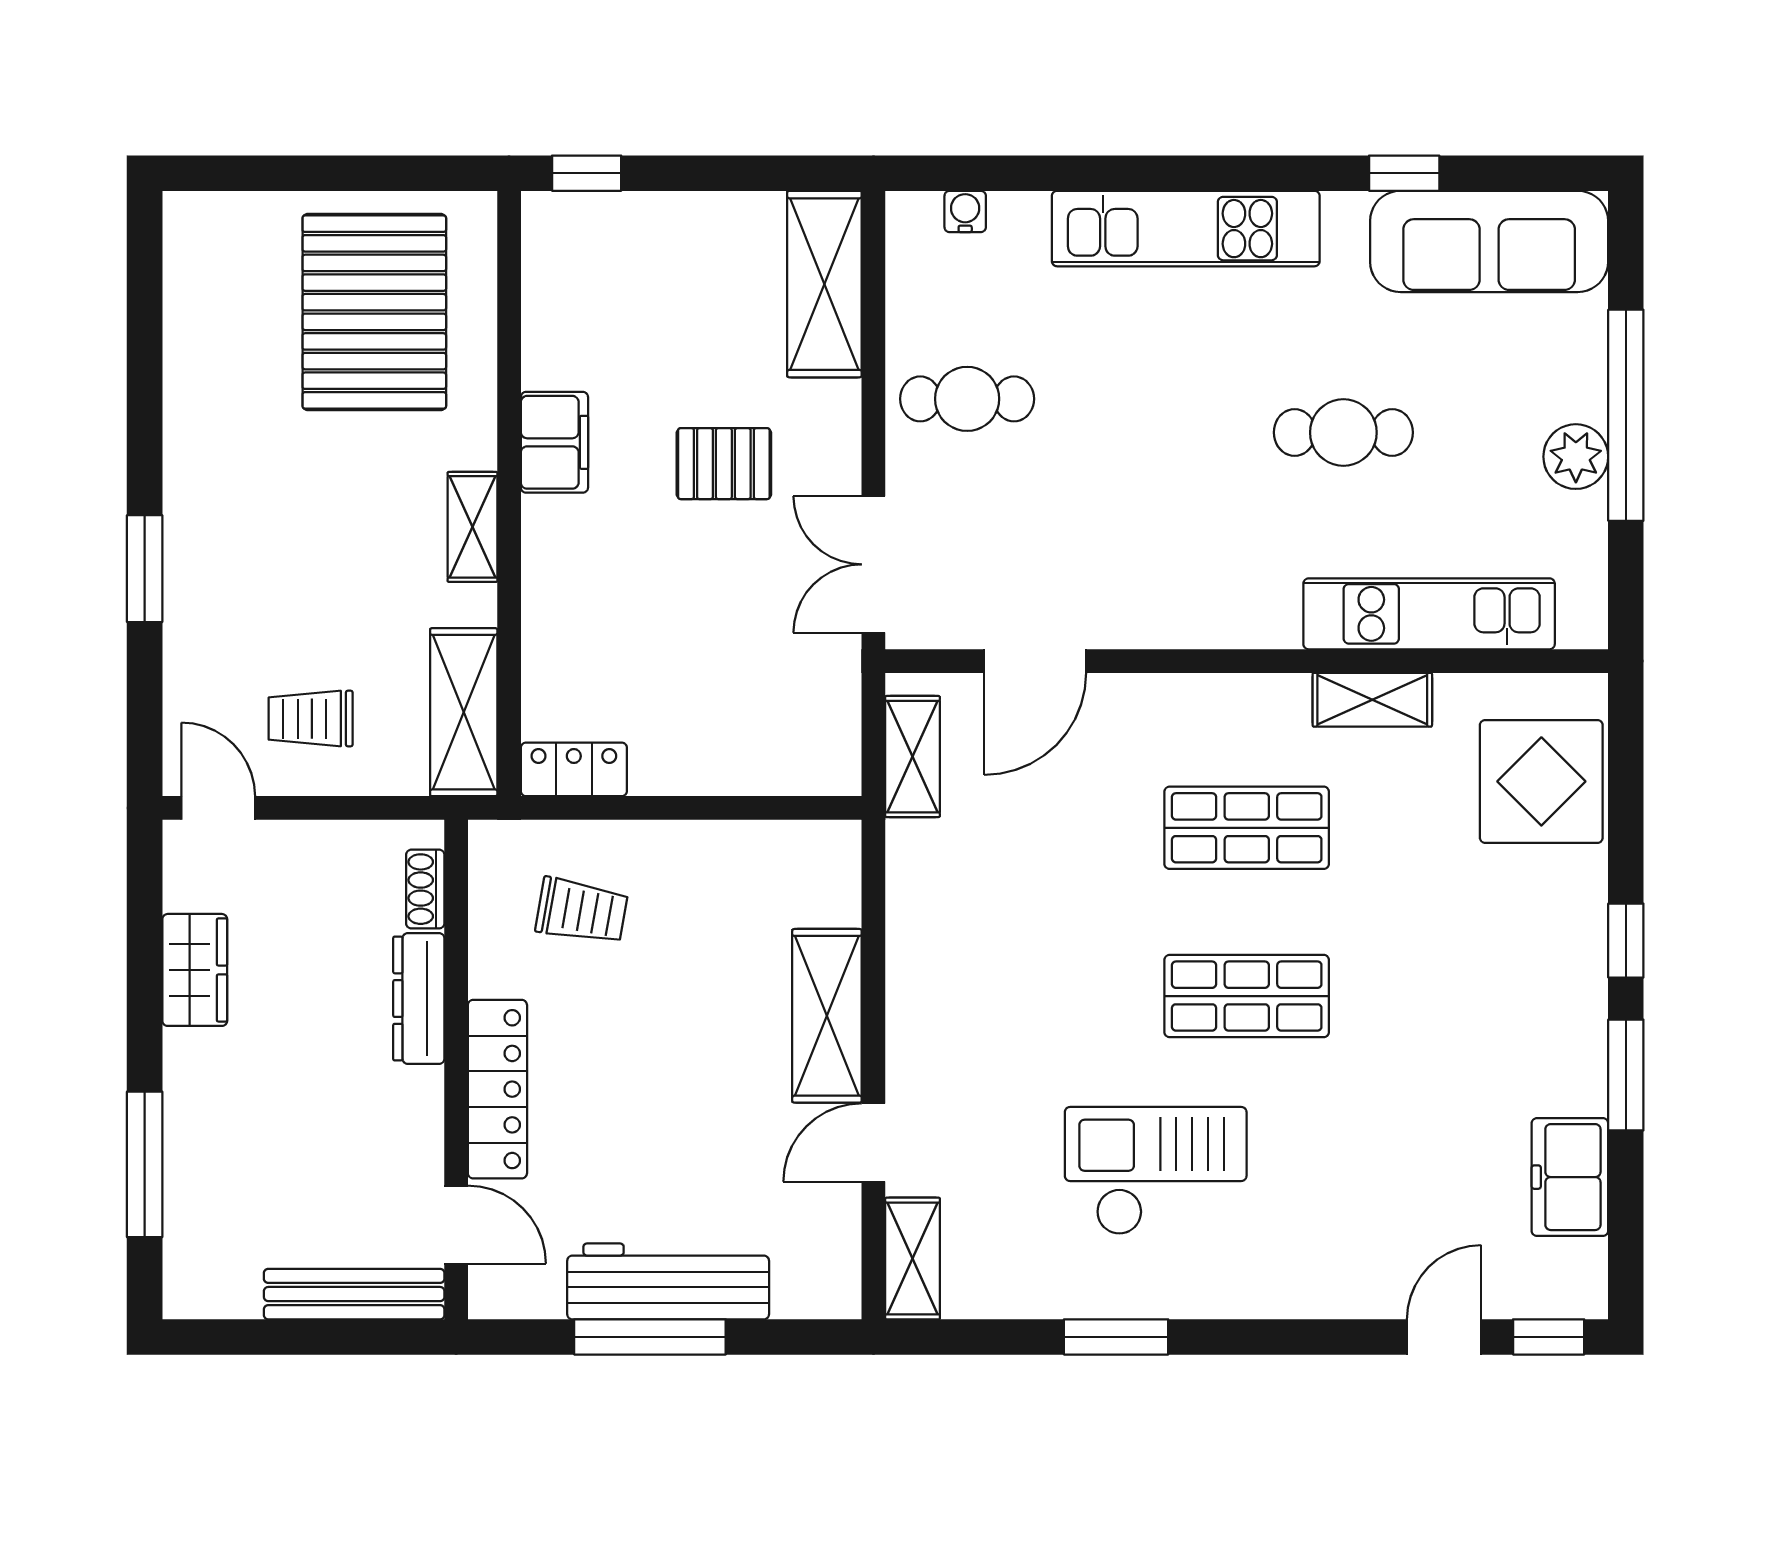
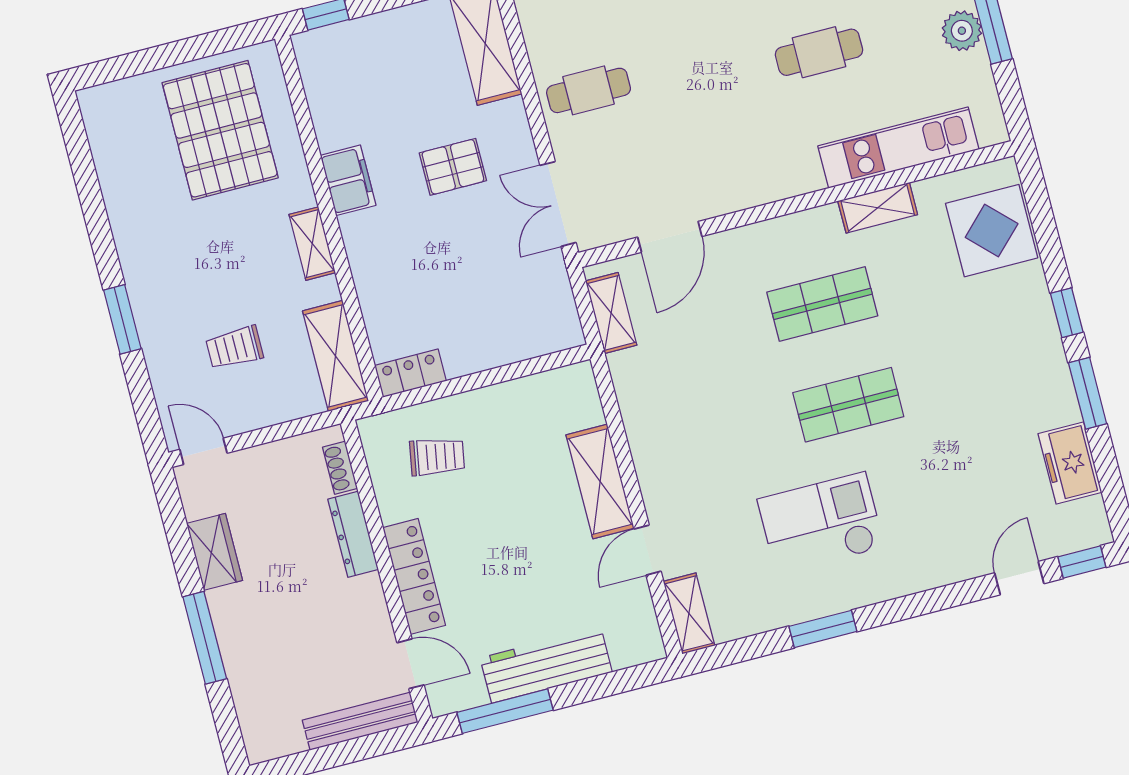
trolley: (311, 719) -> (235, 348), moved
window: (145, 1164) -> (205, 638), moved
window: (650, 1337) -> (505, 711), moved

